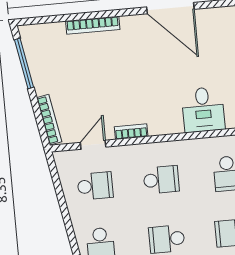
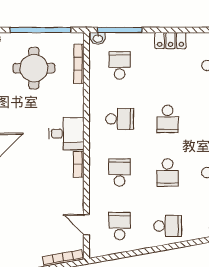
bookcase: (131, 132) -> (79, 164), moved

